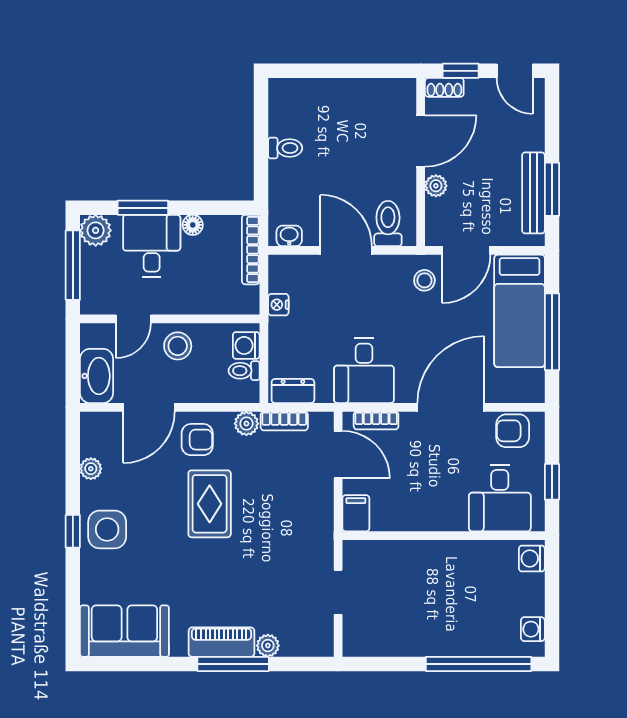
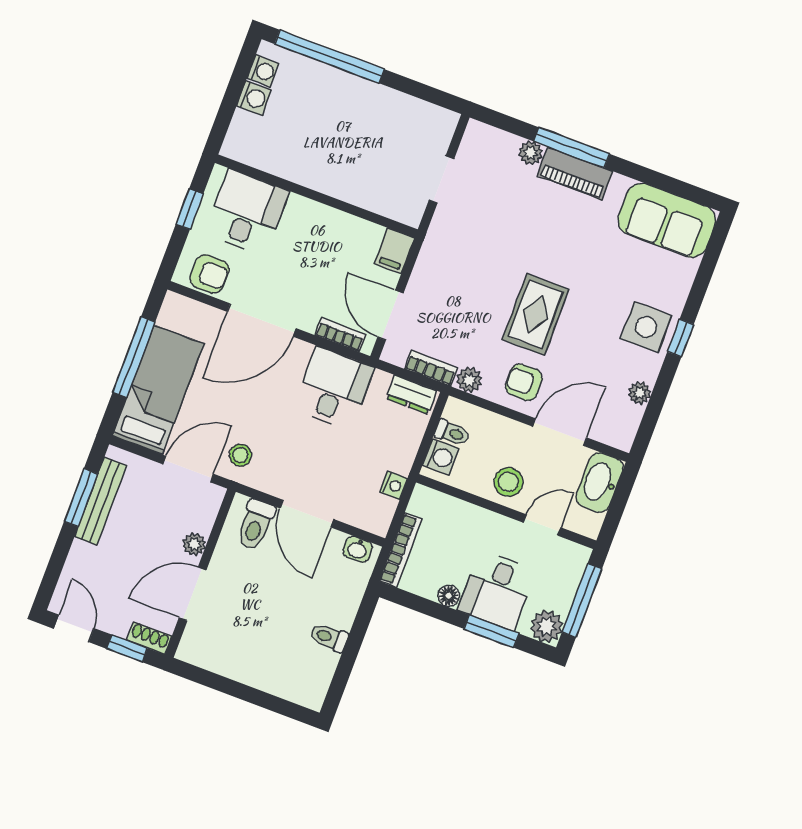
washing machine: (532, 559) -> (254, 98), moved

